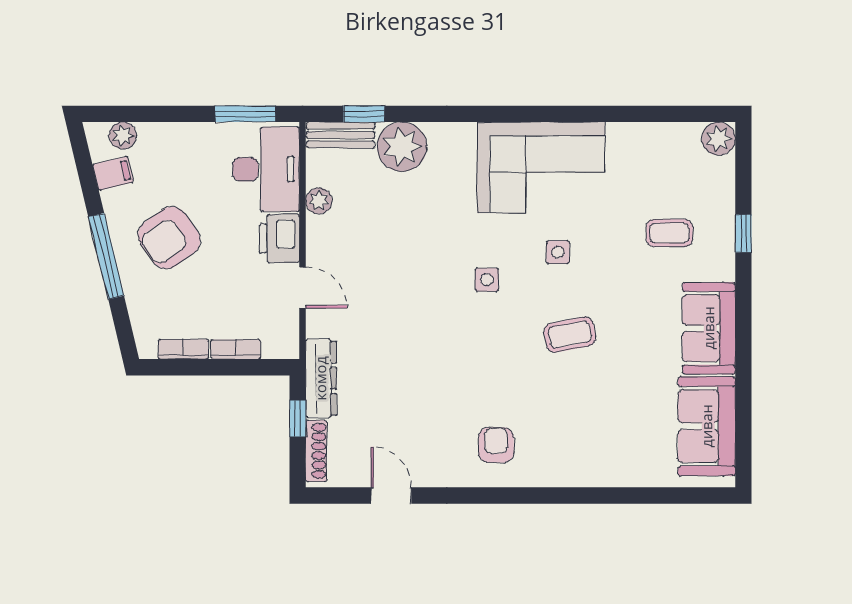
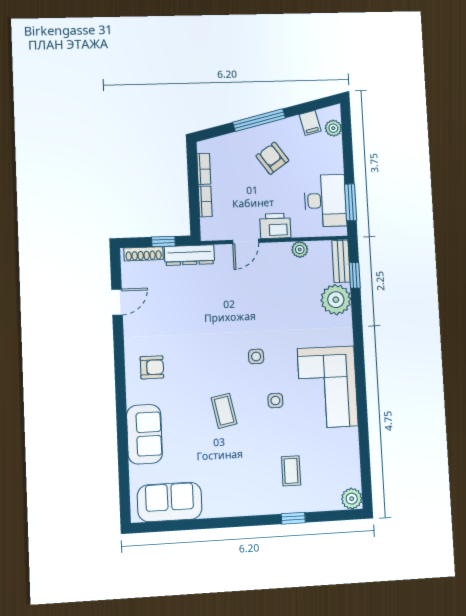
desk: (266, 169) -> (325, 201), moved, turned -90
armchair: (169, 238) -> (272, 158), width x0.72, depth x0.72
sofa: (709, 328) -> (144, 434), moved, turned 90

